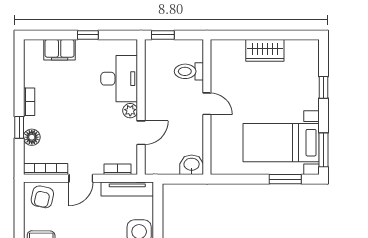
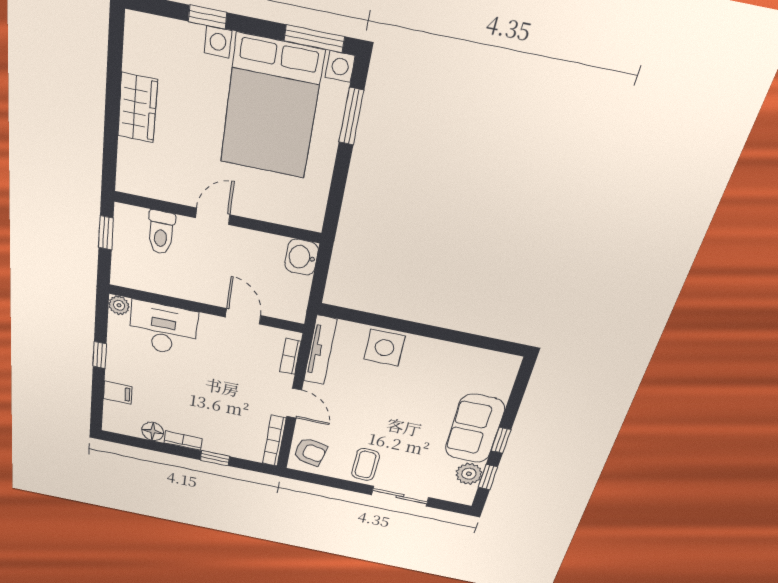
window: (163, 35) -> (106, 233), moved
filing cabinet: (60, 50) -> (118, 393), width x0.50
plant: (130, 111) -> (119, 305), moved
floor lamp: (32, 137) -> (153, 431), moved
bed with nightstands: (281, 143) -> (271, 107), width x1.36

